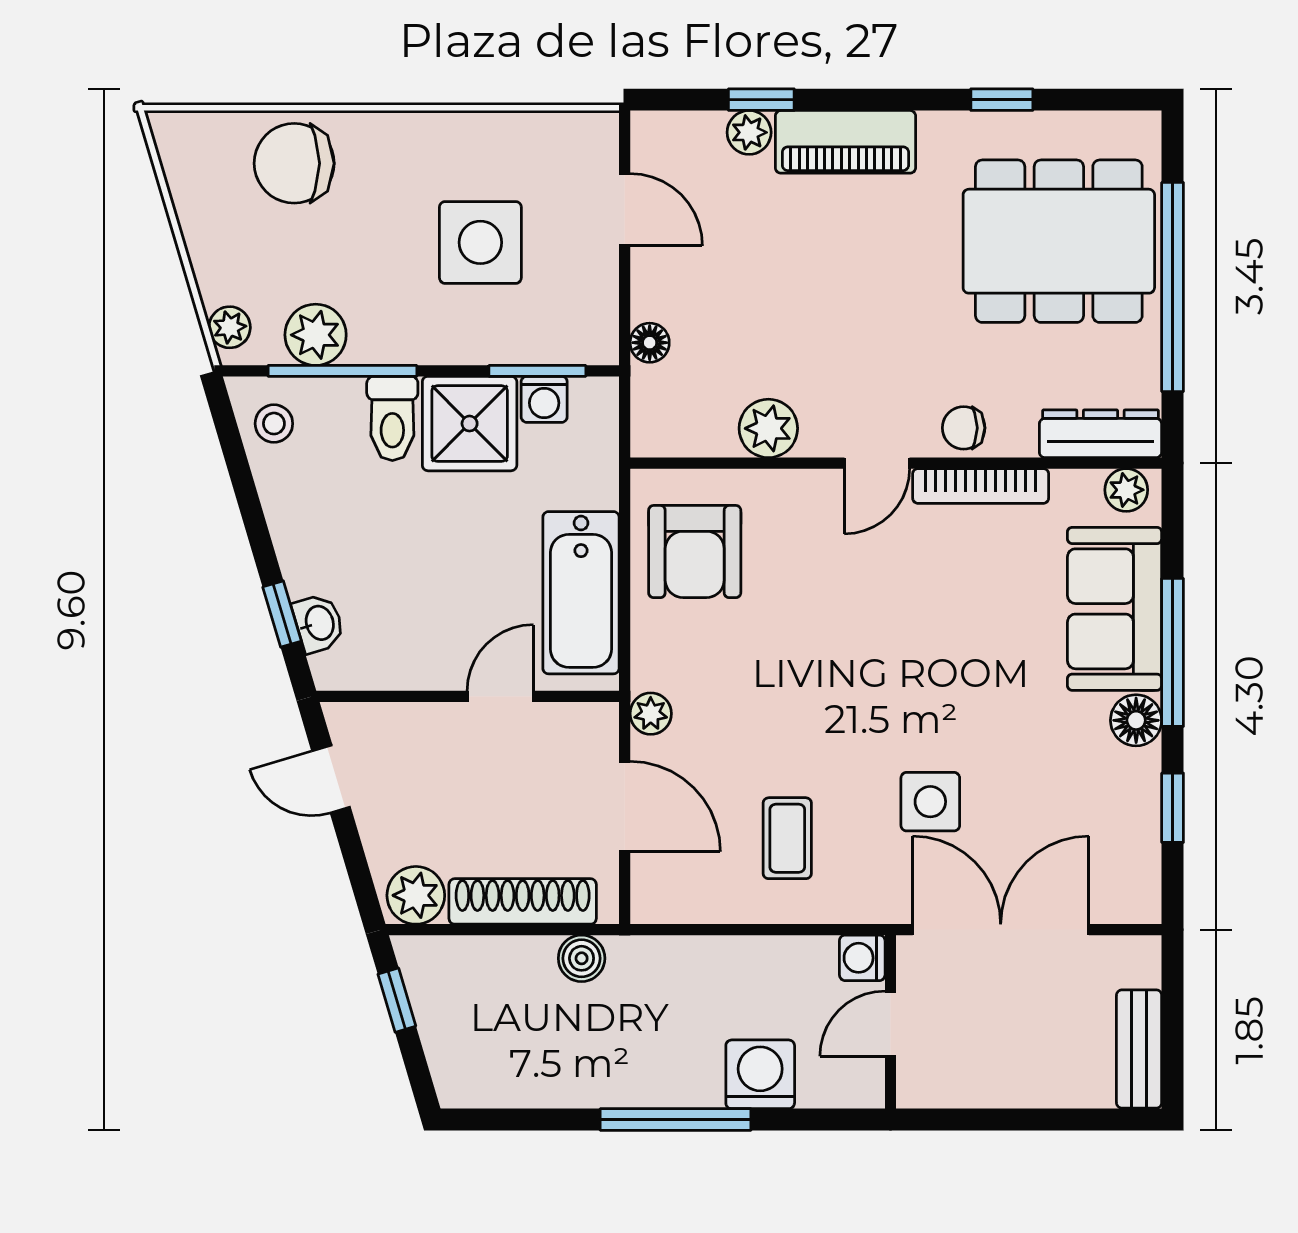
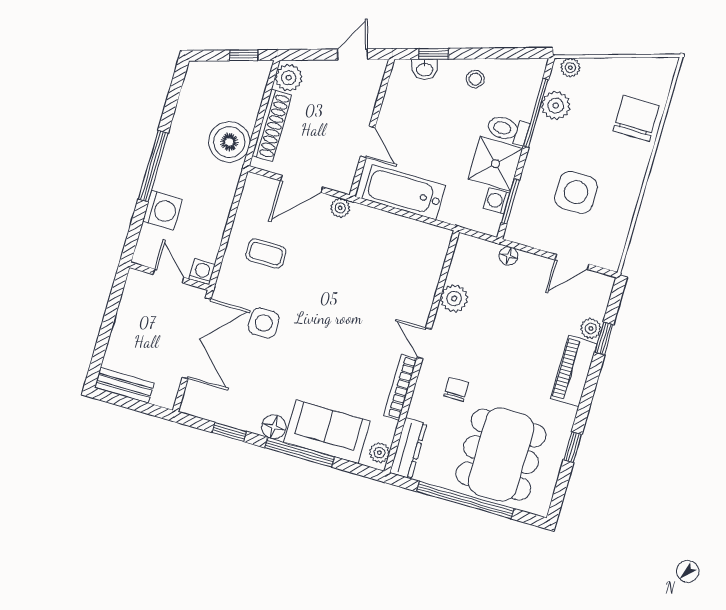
stool: (274, 424) -> (475, 79), moved
chair: (964, 428) -> (456, 389), moved
armchair: (695, 552) -> (408, 249), removed
boiler: (582, 958) -> (229, 142), width x1.86, depth x1.86

